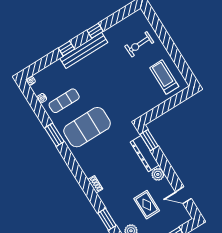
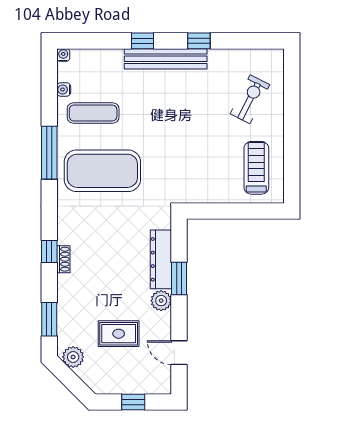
exercise bike: (139, 44) -> (250, 99), turned 119
window: (54, 135) -> (49, 153), width x1.44
window: (149, 140) -> (179, 279), moved
window: (86, 185) -> (49, 252), added
rug: (147, 205) -> (119, 334), turned 90

